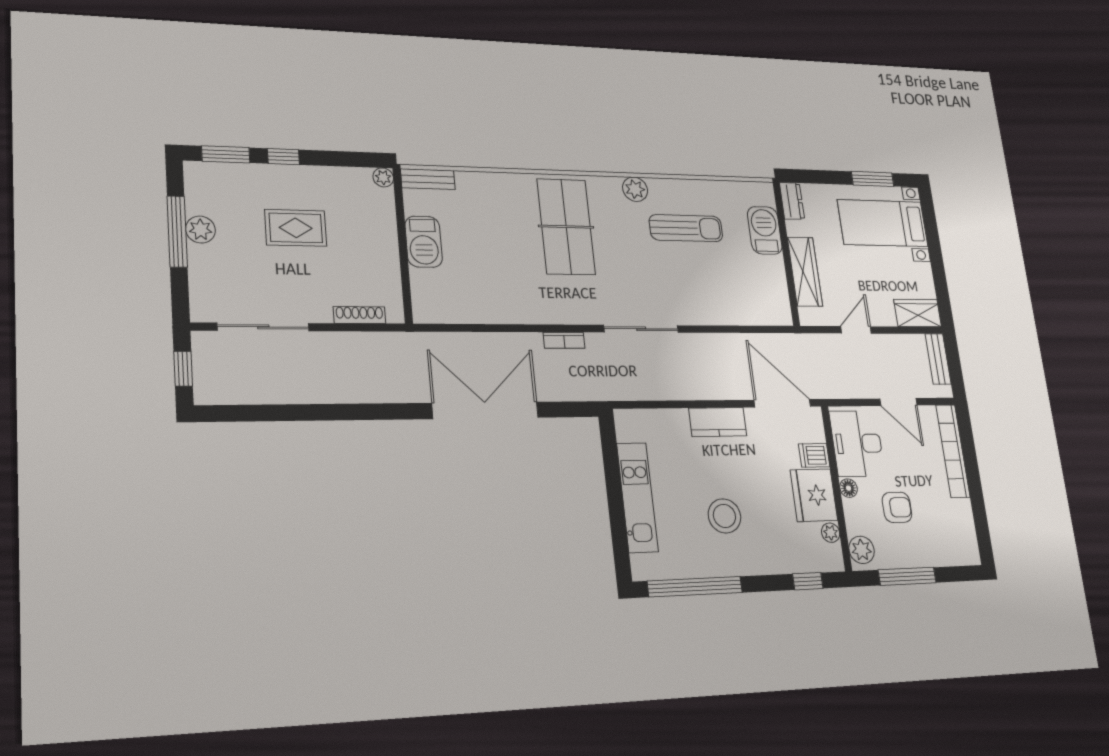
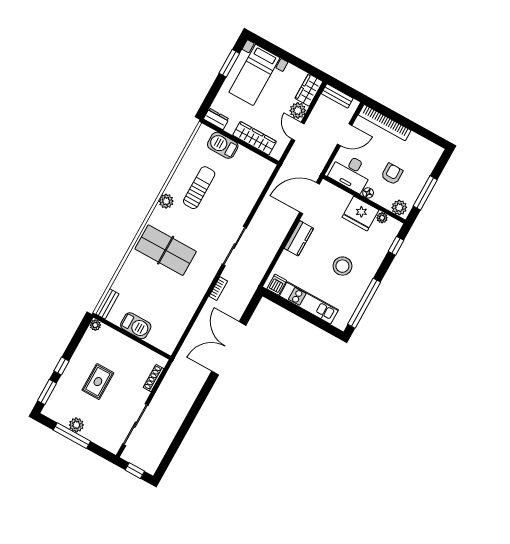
plant: (882, 313) -> (298, 111), added
dishwasher: (814, 455) -> (277, 285), moved, turned 180

